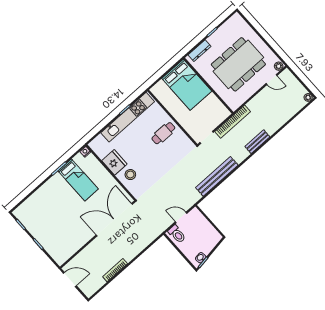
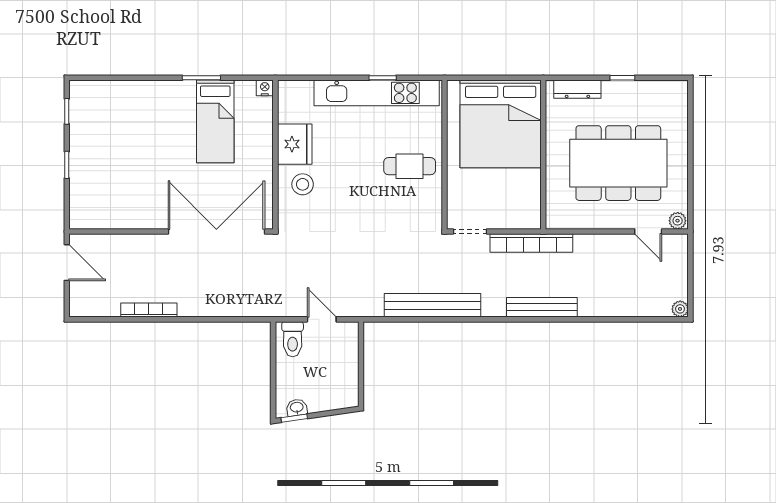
bed: (187, 85) -> (501, 124), width x1.36
bench: (257, 142) -> (542, 307), width x1.36

